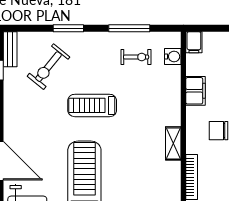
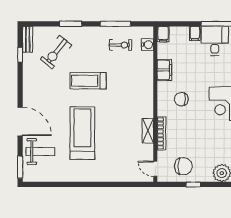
shelving: (173, 143) -> (148, 131), moved

